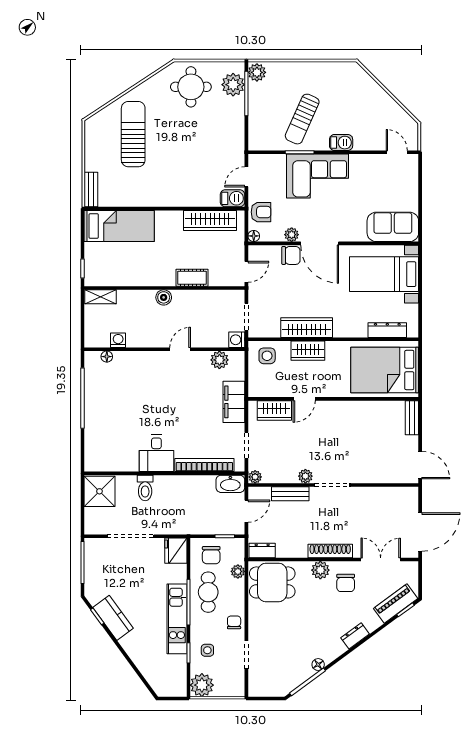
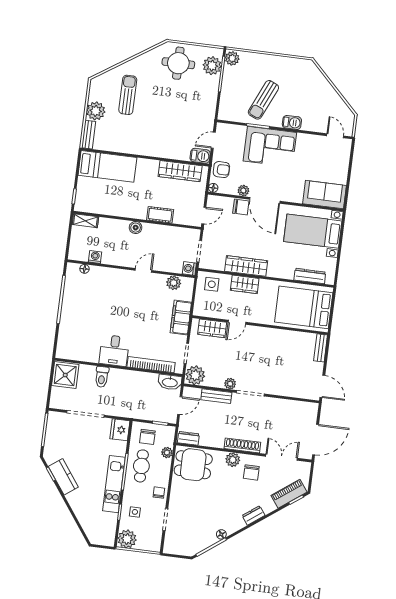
sun lounger: (133, 134) -> (128, 95), width x0.73, depth x0.75
plant: (96, 159) -> (96, 111), added
plant: (255, 477) -> (195, 375), width x1.87, depth x1.87

